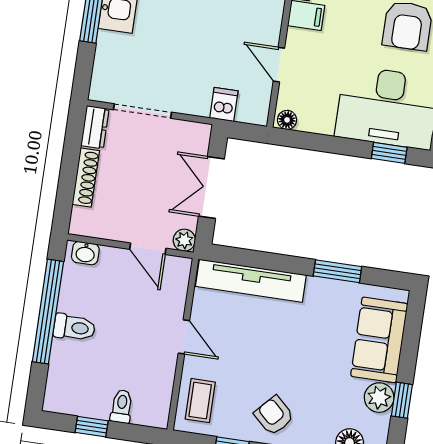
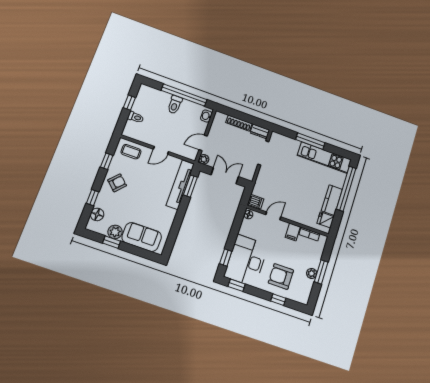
dishwasher: (224, 104) -> (256, 202), moved
window: (337, 271) -> (190, 186), moved

